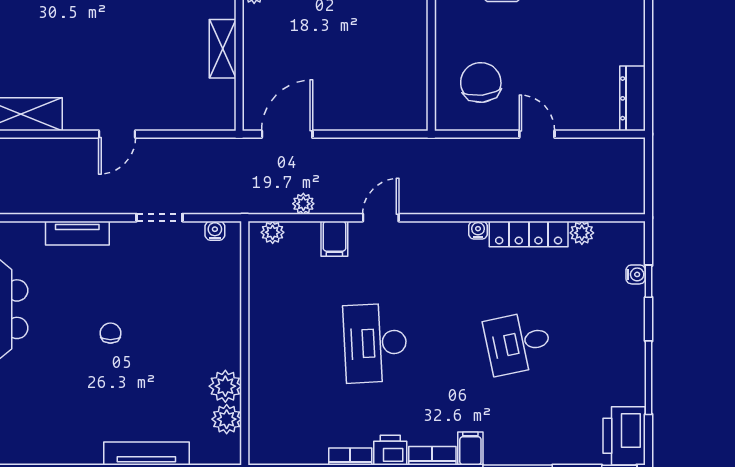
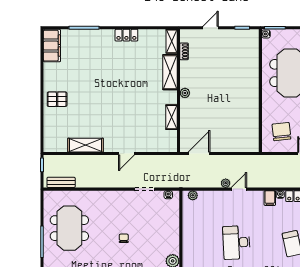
plant: (303, 204) -> (226, 183), moved
tv unit: (77, 233) -> (110, 196), removed
filing cabinet: (334, 239) -> (270, 198), moved

